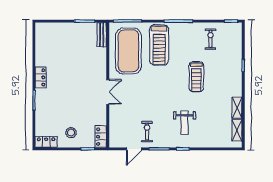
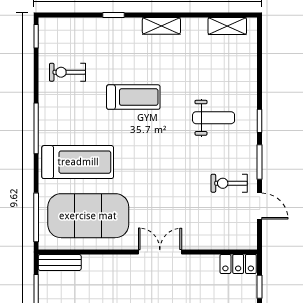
shelving: (237, 108) -> (161, 26), moved

